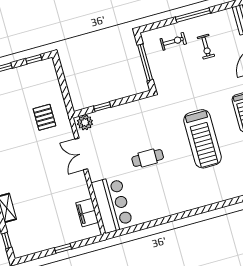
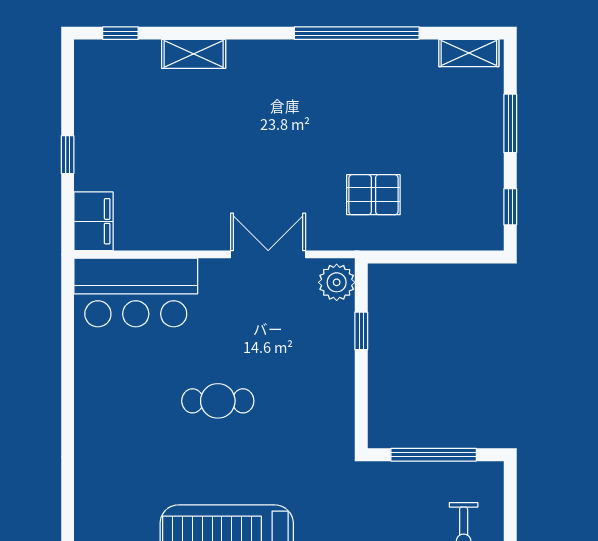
cafe table: (148, 158) -> (218, 401), turned 90
filing cabinet: (87, 213) -> (94, 221), moved, turned 90

